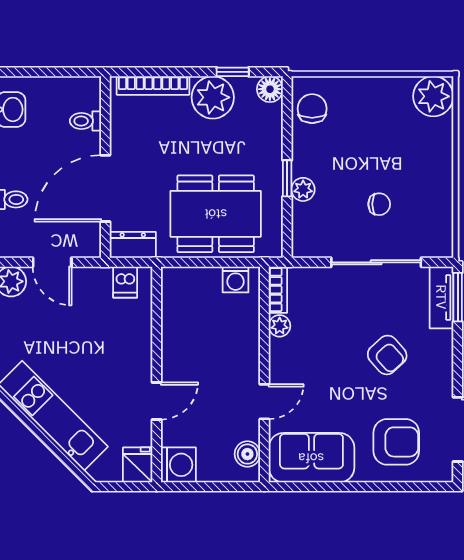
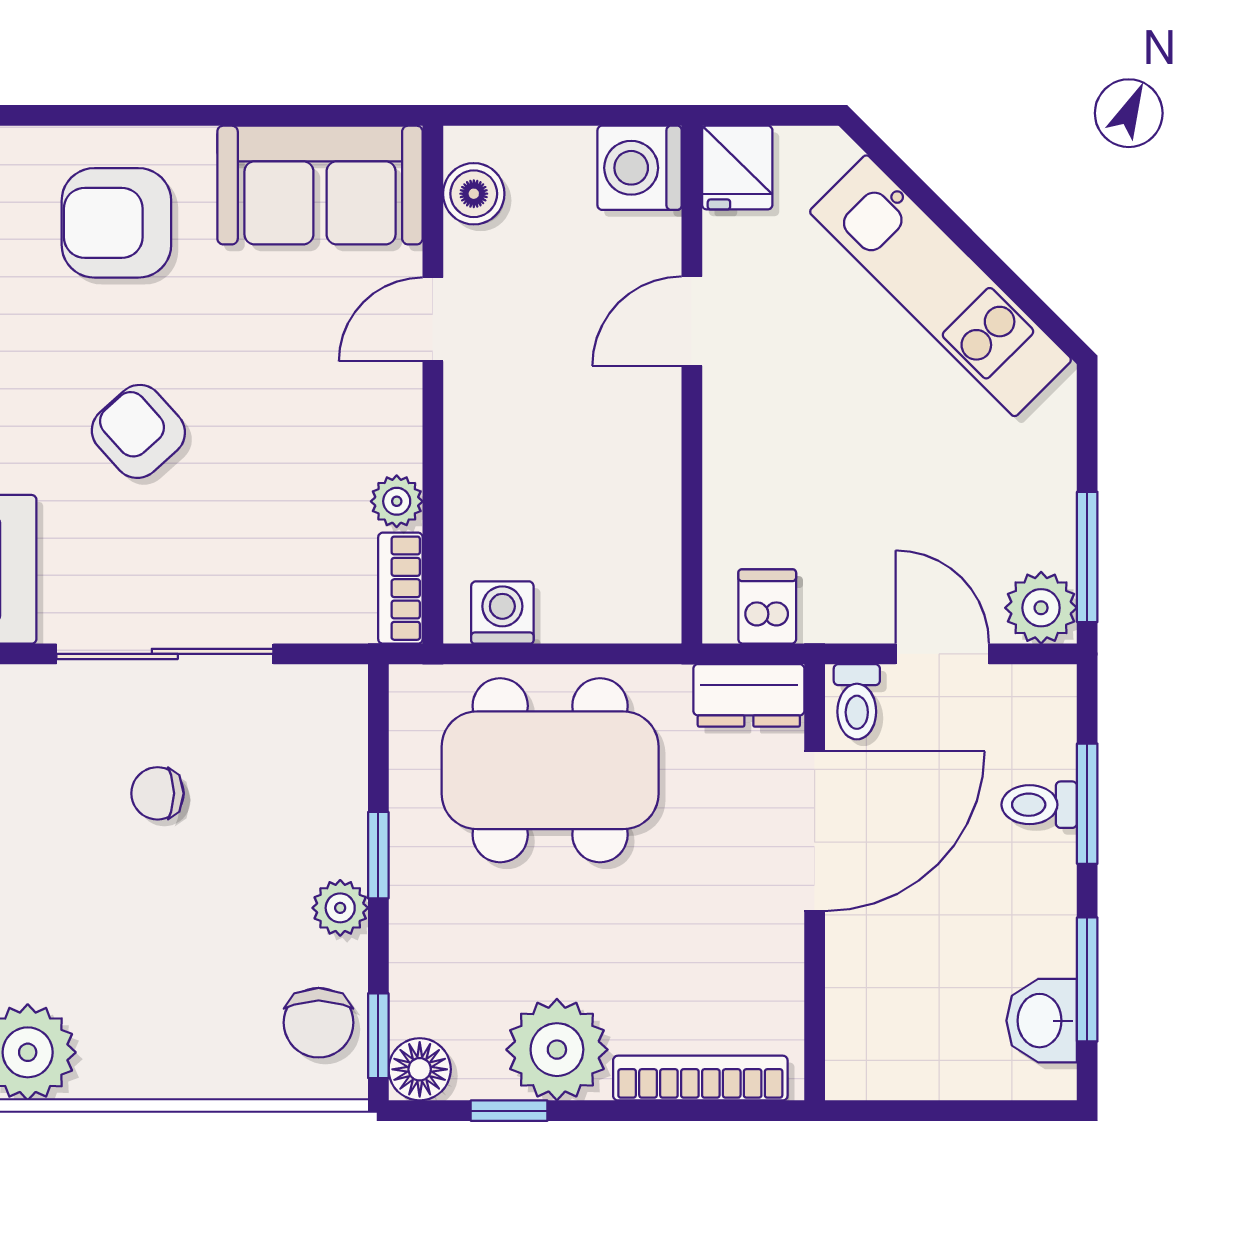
window: (287, 103) -> (378, 1036), added
toilet: (85, 121) -> (857, 702), moved, turned 90
plant: (303, 189) -> (340, 908), moved

